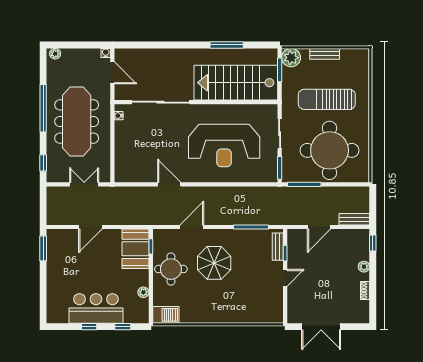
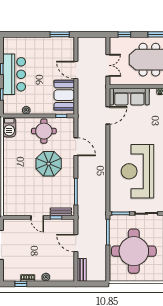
sofa: (125, 156) -> (129, 97), added
door: (169, 184) -> (108, 115), moved
window: (373, 243) -> (21, 284), moved
booth: (136, 249) -> (64, 95), moved, turned 90

